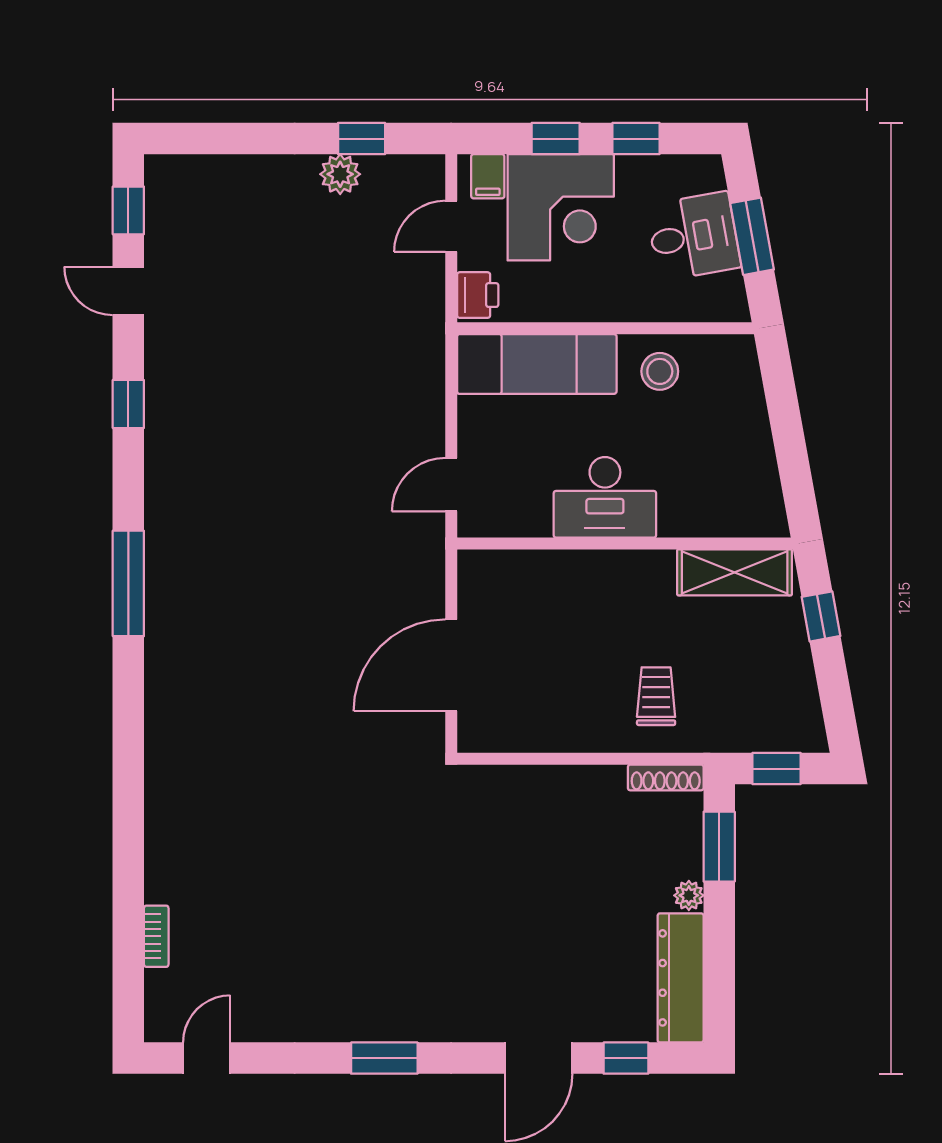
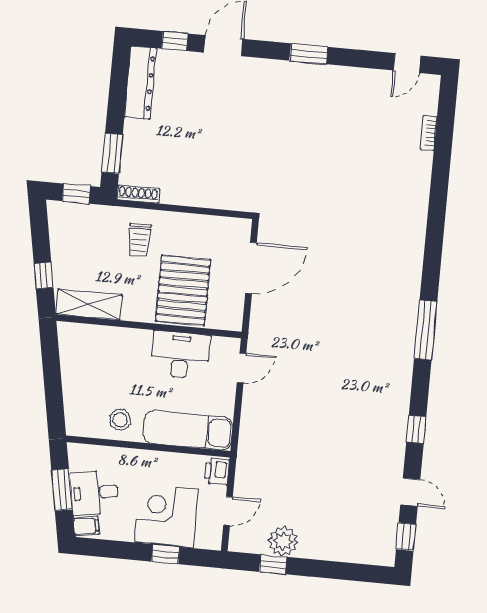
window: (636, 139) -> (121, 550), removed
plant: (340, 174) -> (283, 541), width x1.36, depth x1.36
filing cabinet: (488, 176) -> (86, 526), moved, turned 80
desk: (605, 497) -> (180, 355), moved
pallet: (569, 614) -> (183, 290), added
plant: (689, 895) -> (131, 128), removed

